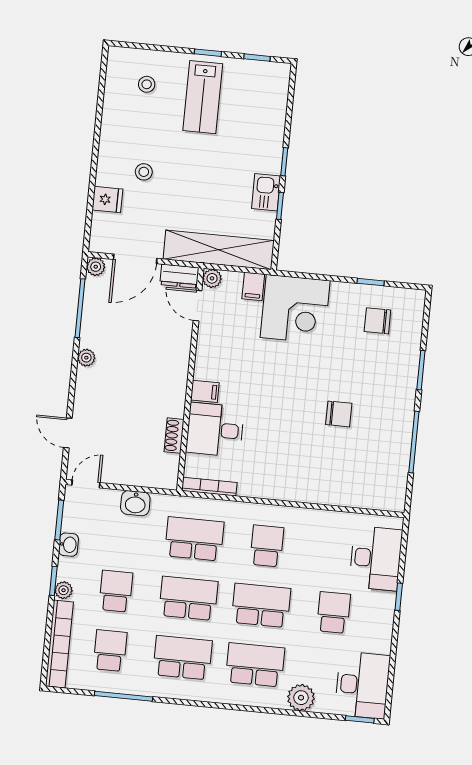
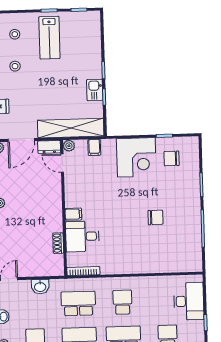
stool: (144, 172) -> (15, 66), moved
corner desk: (295, 309) -> (136, 157), moved

